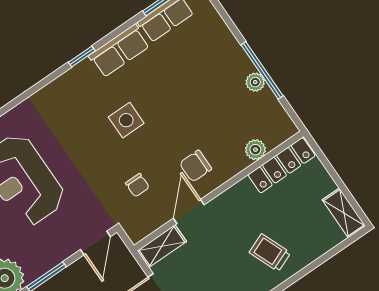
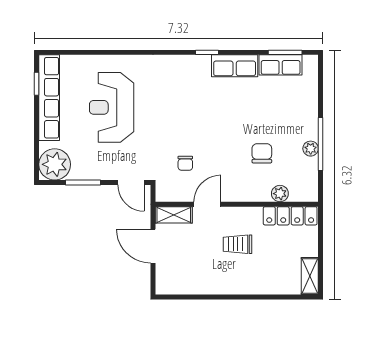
side table: (126, 120) -> (208, 115), removed
chair: (196, 166) -> (262, 153), moved, turned 90
door: (95, 243) -> (131, 183), hinge flipped
trolley: (270, 253) -> (237, 244), moved, turned -68

